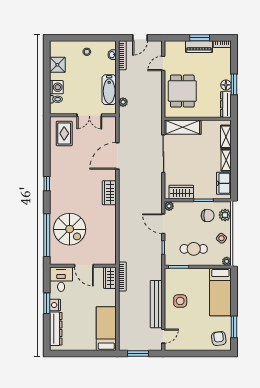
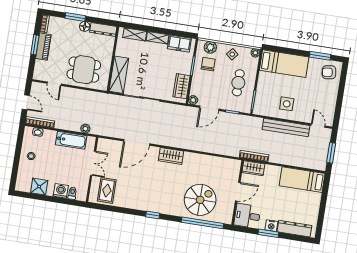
window: (234, 84) -> (75, 17), moved
rug: (64, 133) -> (107, 190), turned 90
door: (117, 156) -> (137, 142), hinge flipped

